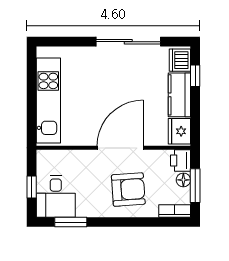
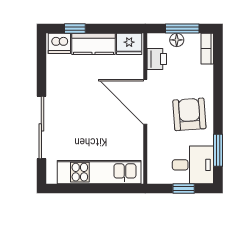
sliding door: (128, 42) -> (41, 127), moved
printer: (180, 161) -> (157, 59), moved, turned -90
armchair: (128, 190) -> (189, 114), moved

